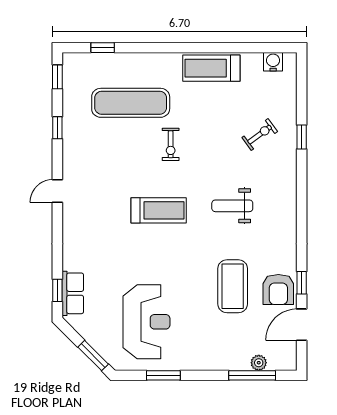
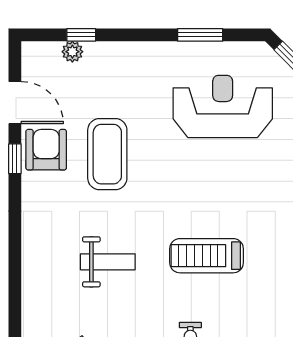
reception desk: (147, 322) -> (223, 106), turned 90
door: (302, 325) -> (15, 103), hinge flipped
window: (252, 375) -> (81, 35), width x0.46

